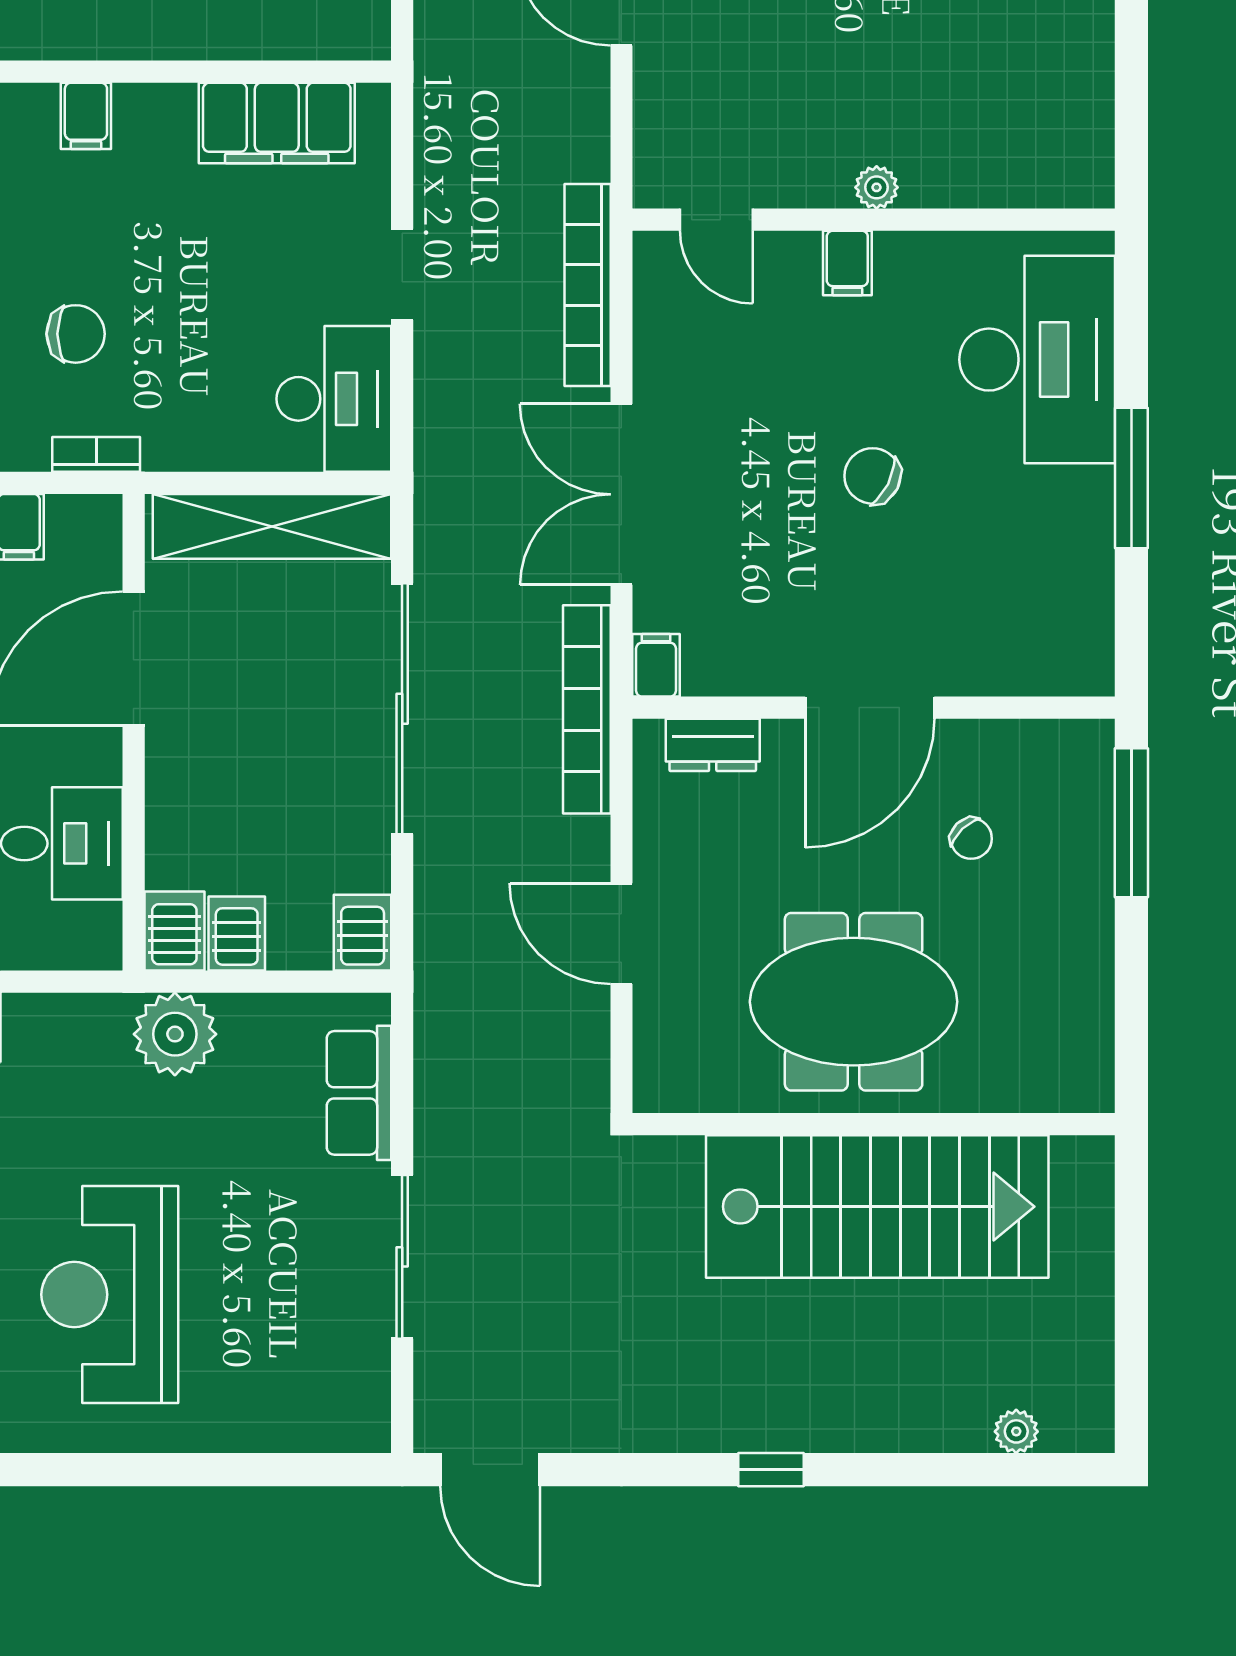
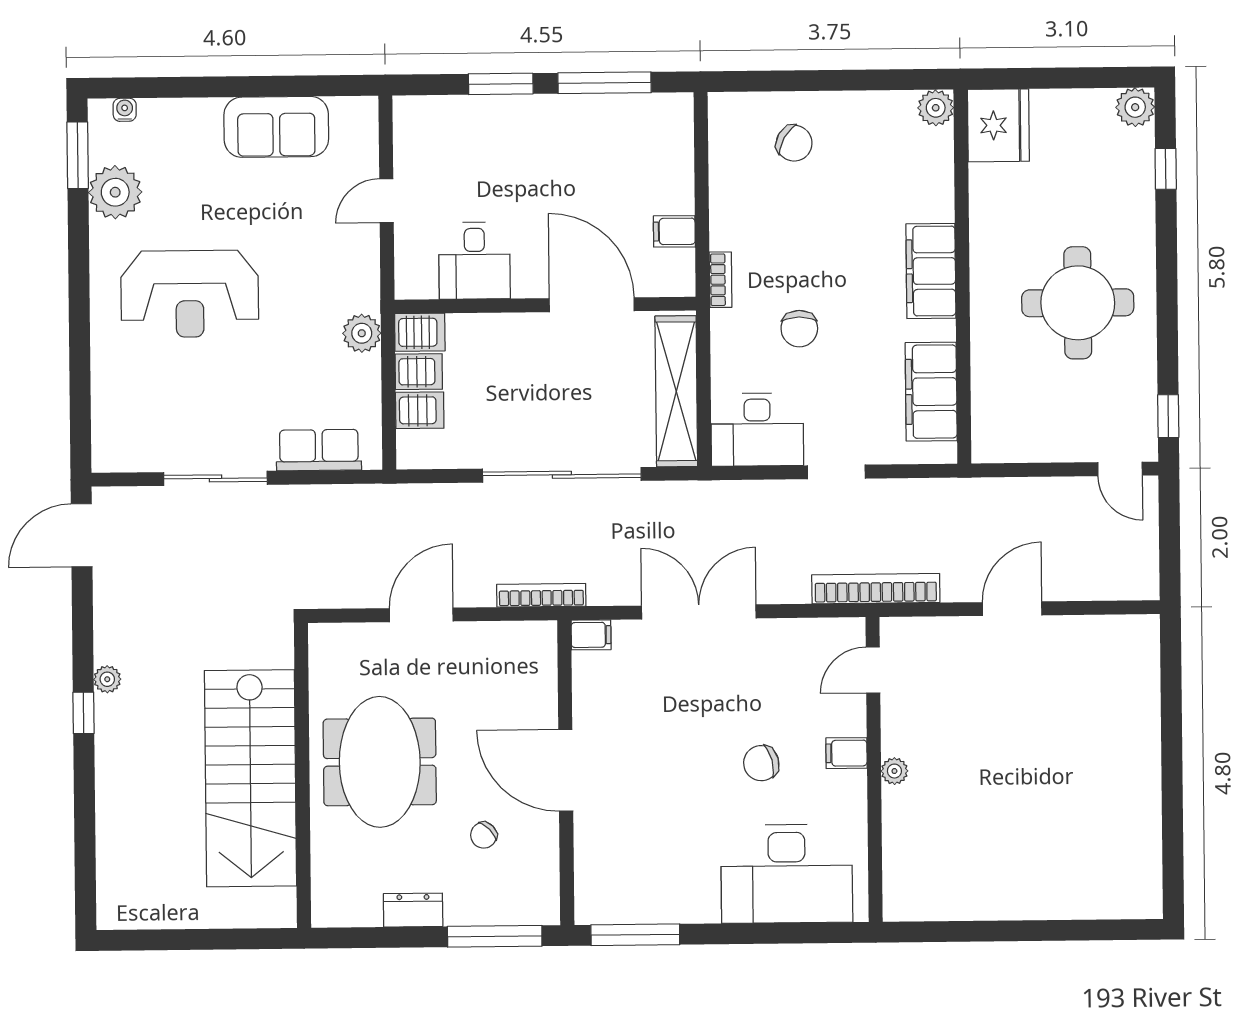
filing cabinet: (86, 116) -> (931, 271), width x3.00, depth x1.17
bookcase: (588, 285) -> (876, 589), moved
chair: (76, 334) -> (799, 329), moved
chair: (872, 476) -> (761, 763), moved, turned -132
window: (1131, 478) -> (635, 935), moved
bookcase: (587, 709) -> (541, 595), width x0.68, depth x0.76
dresser: (713, 745) -> (413, 910), moved, turned 90
server rack: (363, 933) -> (420, 410), moved
plant: (175, 1034) -> (362, 333), width x0.73, depth x0.73
reception desk: (110, 1295) -> (190, 294), turned 180
plant: (1016, 1431) -> (107, 679), moved

